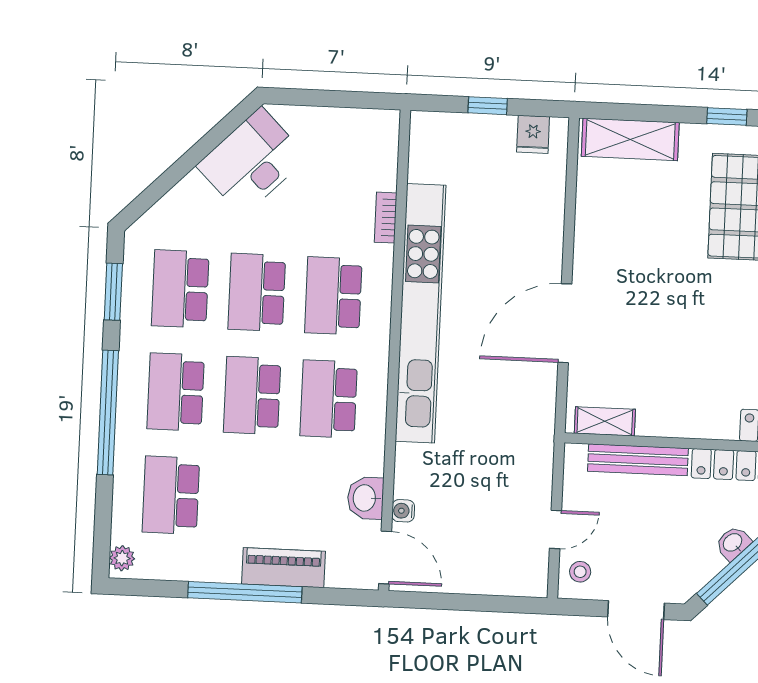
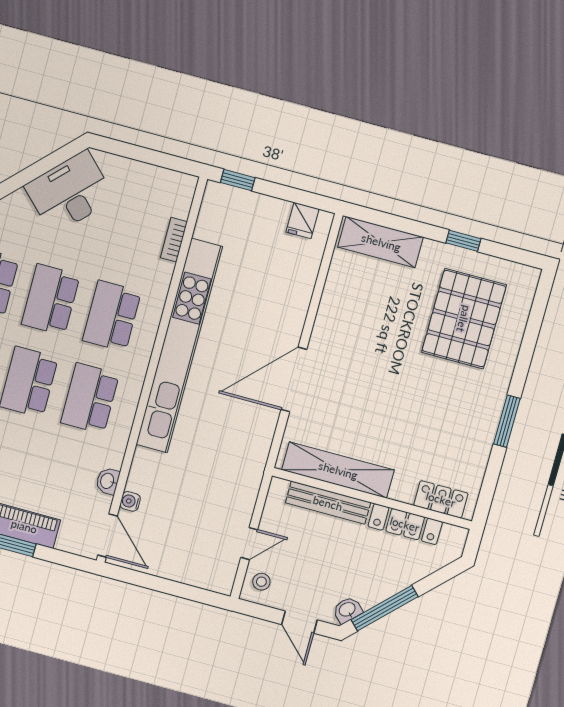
window: (488, 106) -> (238, 180), moved
bookcase: (386, 218) -> (174, 240), moved
shelving: (605, 421) -> (338, 470), width x2.20, depth x1.33
washbasin: (365, 498) -> (108, 481), width x0.72, depth x0.69
washbasin: (733, 543) -> (347, 610), moved
door: (636, 610) -> (299, 622), width x0.73

